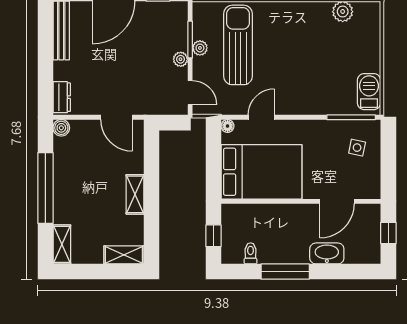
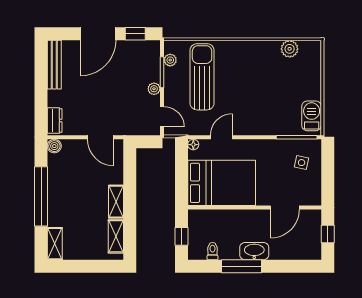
plant: (200, 48) -> (170, 60), moved
washbasin: (327, 253) -> (254, 251), moved
shelving: (124, 255) -> (116, 236), moved, turned 90

